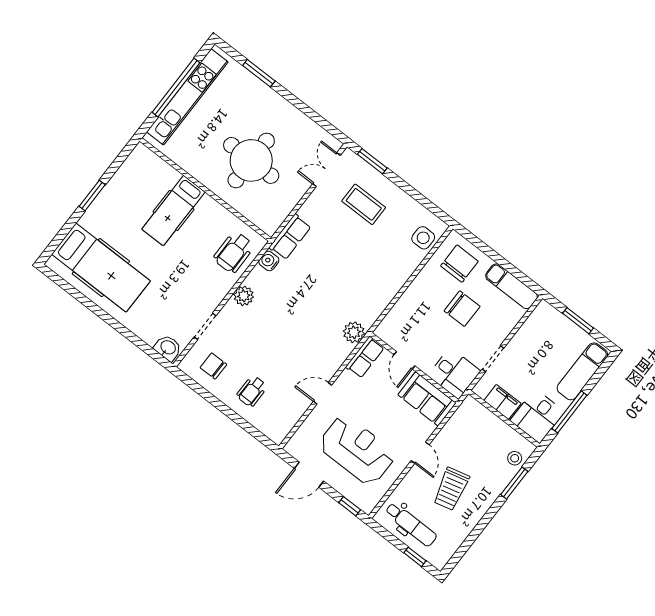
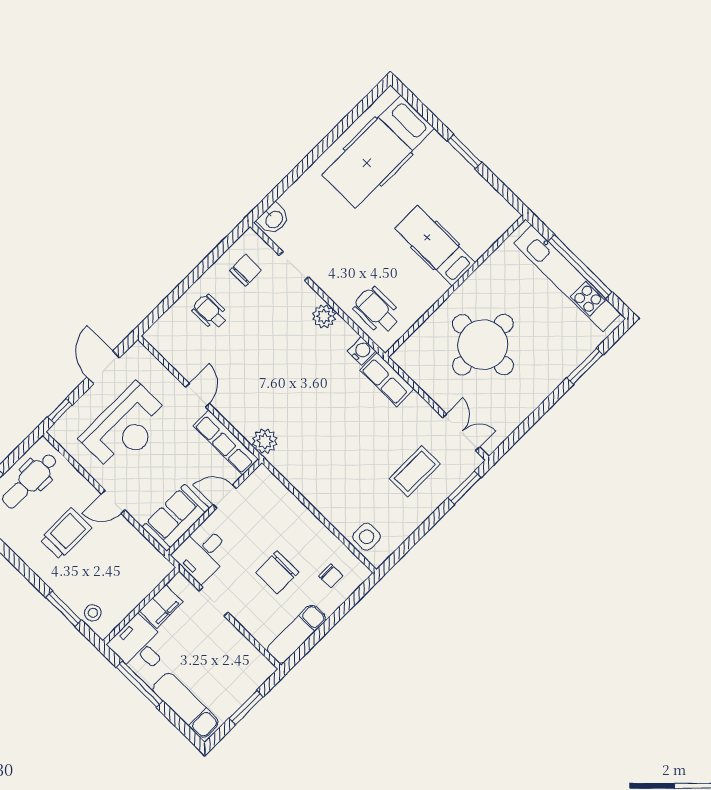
chair: (459, 264) -> (331, 576), width x0.54, depth x0.54
row of seats: (365, 357) -> (226, 443), width x1.48
trolley: (451, 489) -> (66, 533), turned 104

